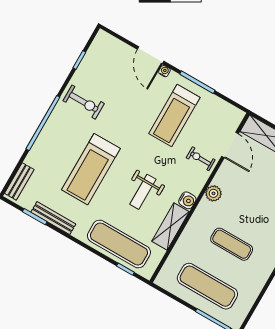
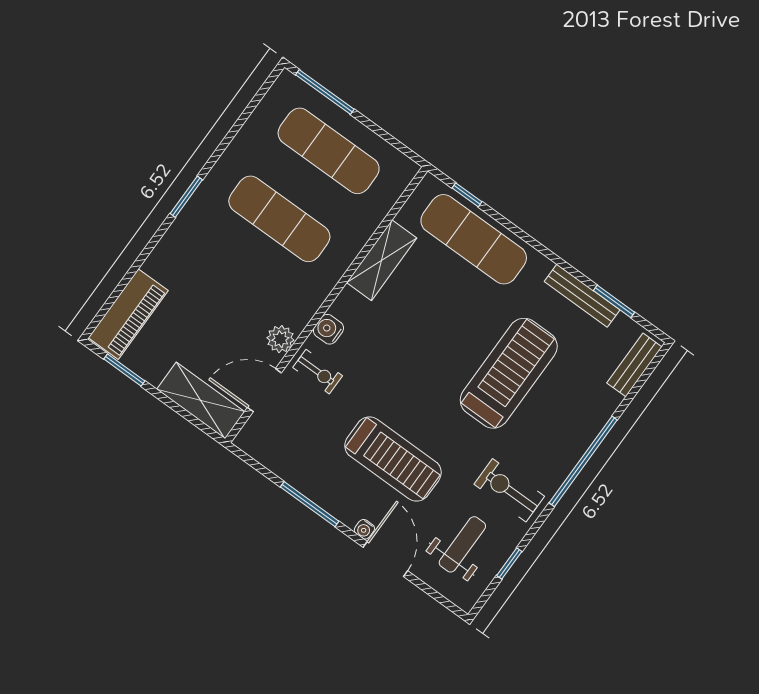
treadmill: (174, 116) -> (393, 459), moved, turned 90
door: (230, 145) -> (264, 390), hinge flipped
weight bench: (143, 192) -> (462, 544), moved
plant: (213, 193) -> (280, 339), moved
water cooler: (187, 200) -> (328, 329), moved
exercise mat: (232, 244) -> (279, 219), width x1.36, depth x1.45

